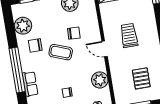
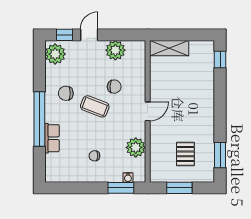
plant: (23, 26) -> (55, 54), moved
trolley: (129, 35) -> (179, 100), removed
door: (105, 49) -> (148, 111), swing flipped

